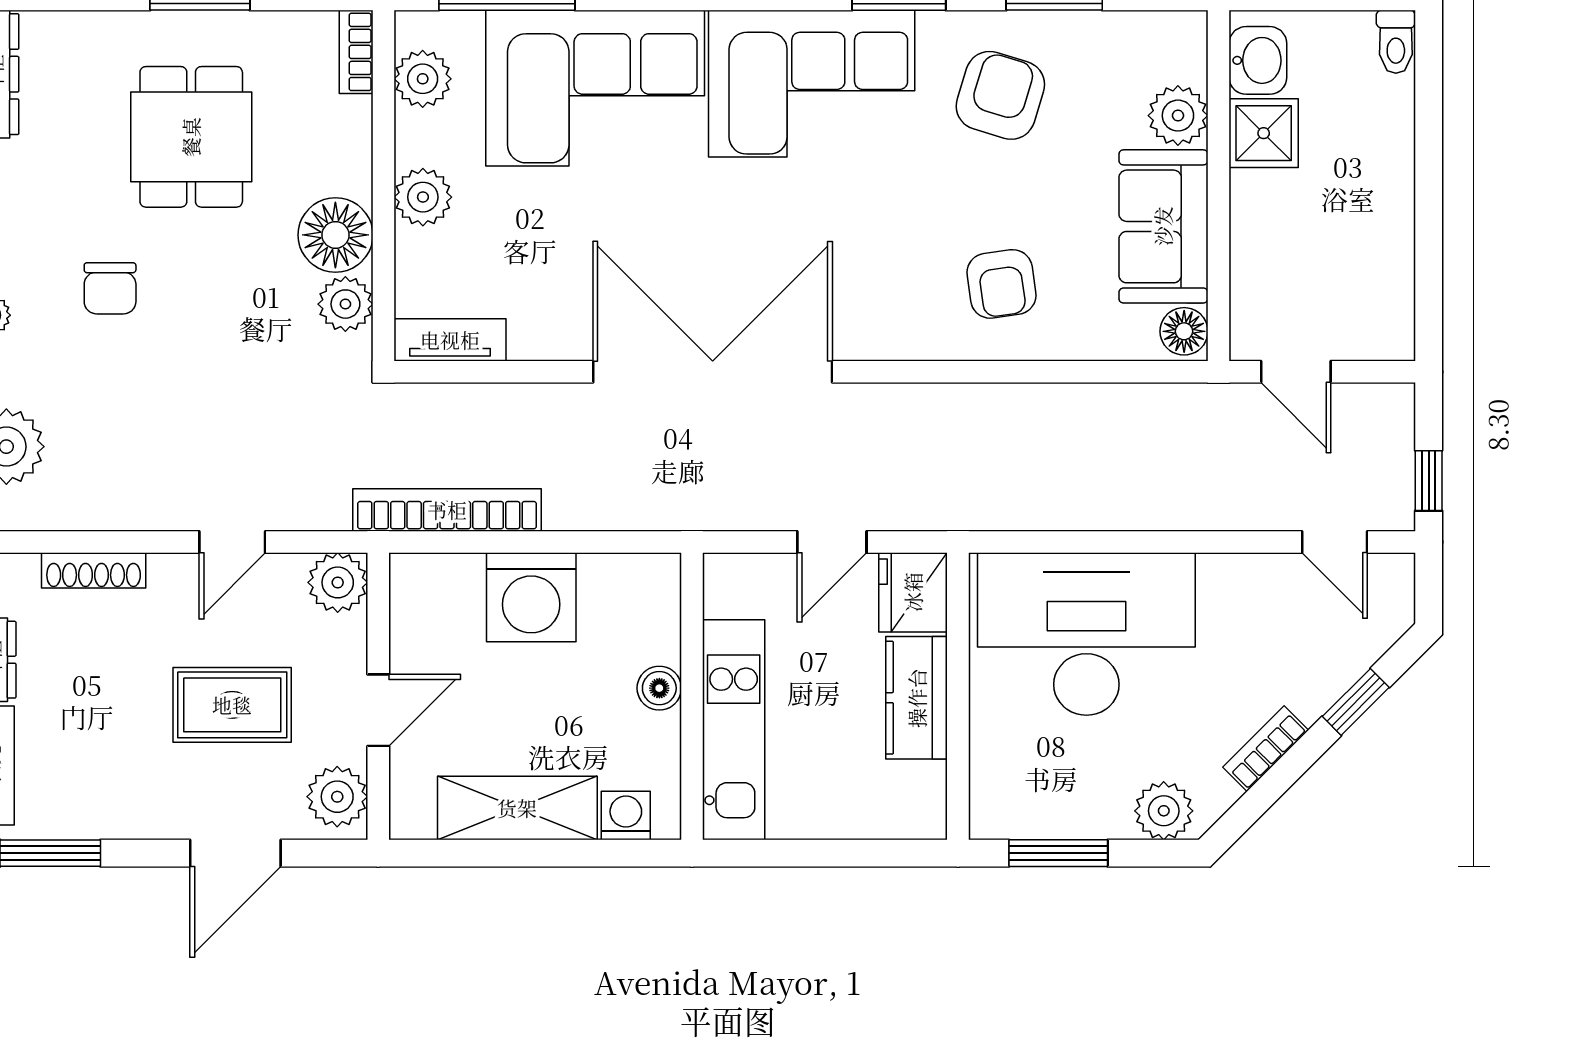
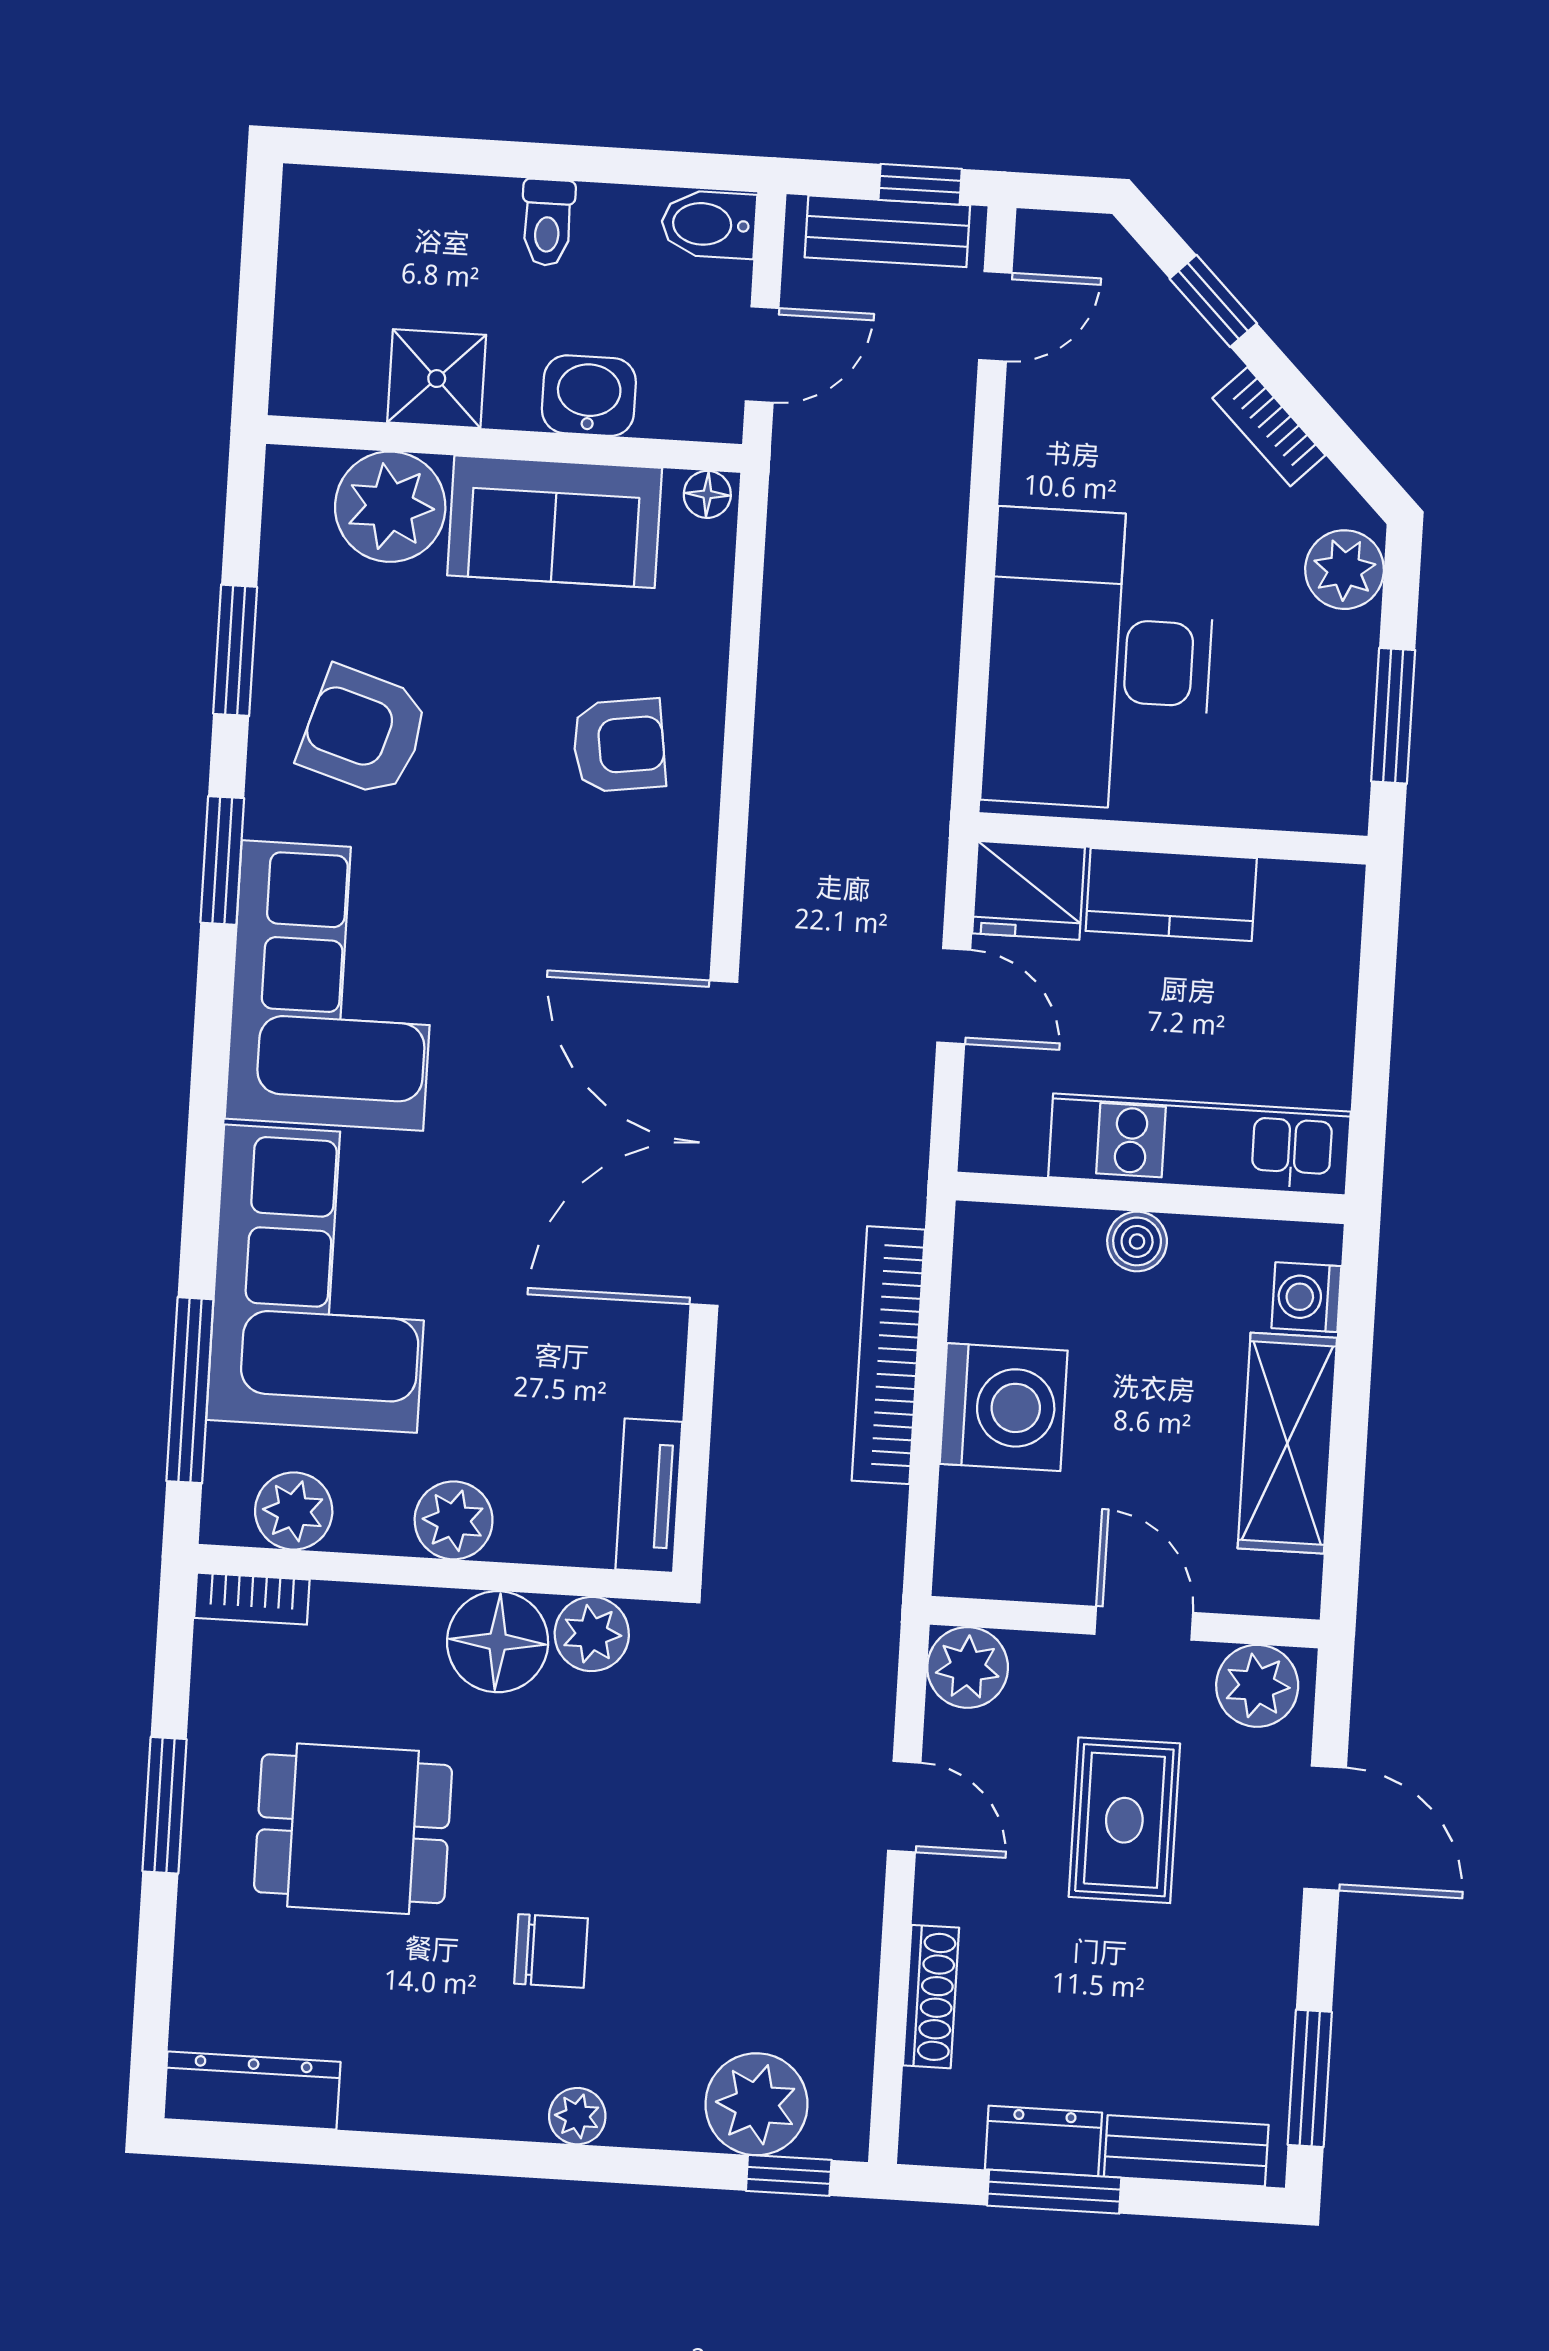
toilet: (1396, 42) -> (547, 222), moved, turned 90
washbasin: (1258, 60) -> (589, 396), moved
plant: (1178, 116) -> (390, 507), width x1.36, depth x1.36
bidet: (1390, 327) -> (709, 224), added
floor lamp: (1184, 331) -> (707, 494), width x0.73, depth x0.73
bench: (1392, 459) -> (887, 231), added
bookcase: (447, 510) -> (888, 1355), moved

